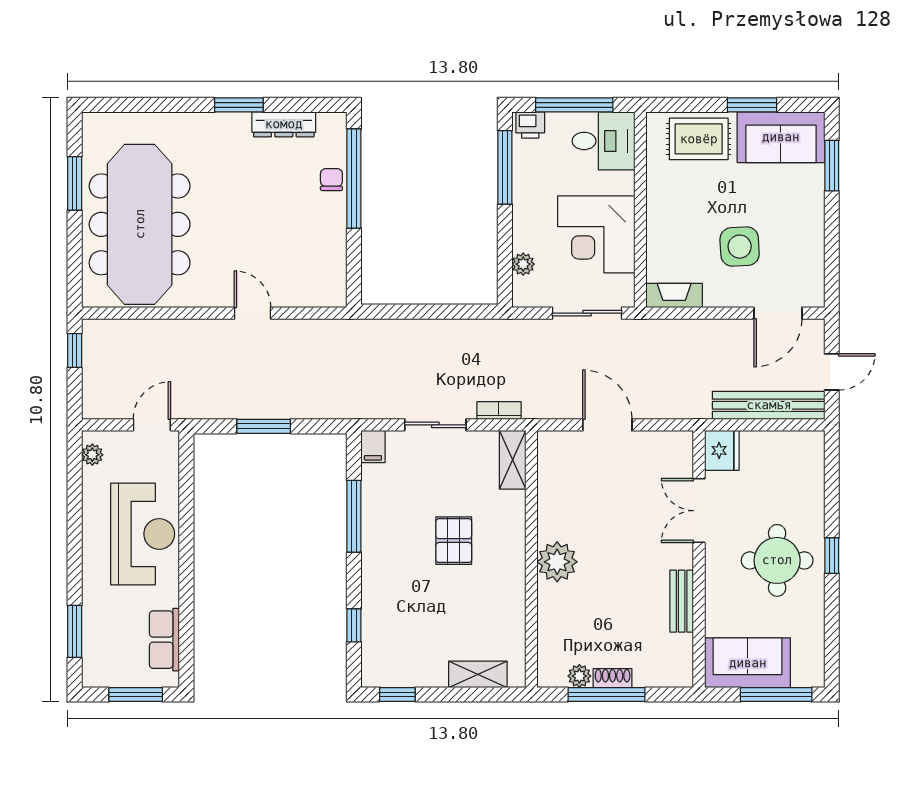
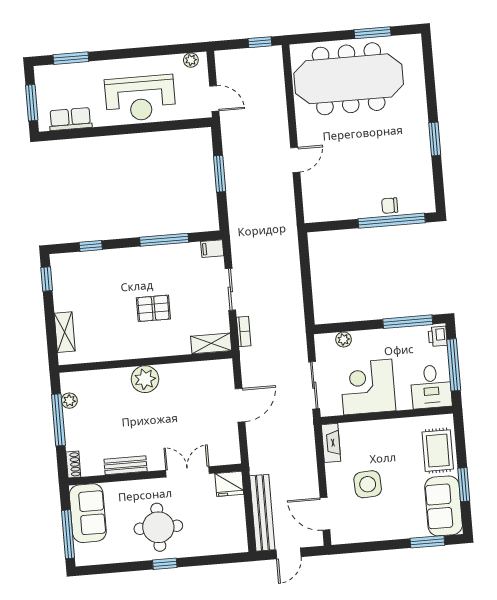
dresser: (284, 124) -> (424, 170), removed
chair: (331, 180) -> (390, 206), turned 180
door: (832, 372) -> (288, 553), hinge flipped
shoe rack: (613, 678) -> (73, 464), moved

